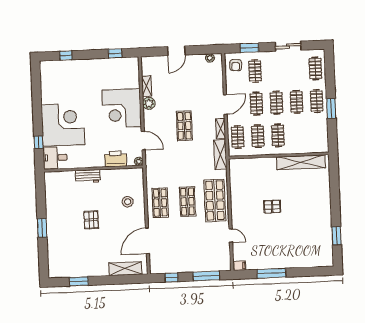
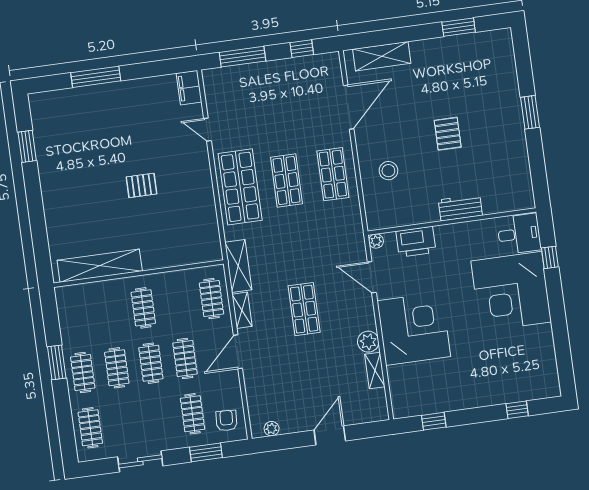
clothes rail: (258, 136) -> (177, 303), removed
filing cabinet: (239, 266) -> (189, 88), width x2.00
window: (272, 273) -> (96, 77), moved

